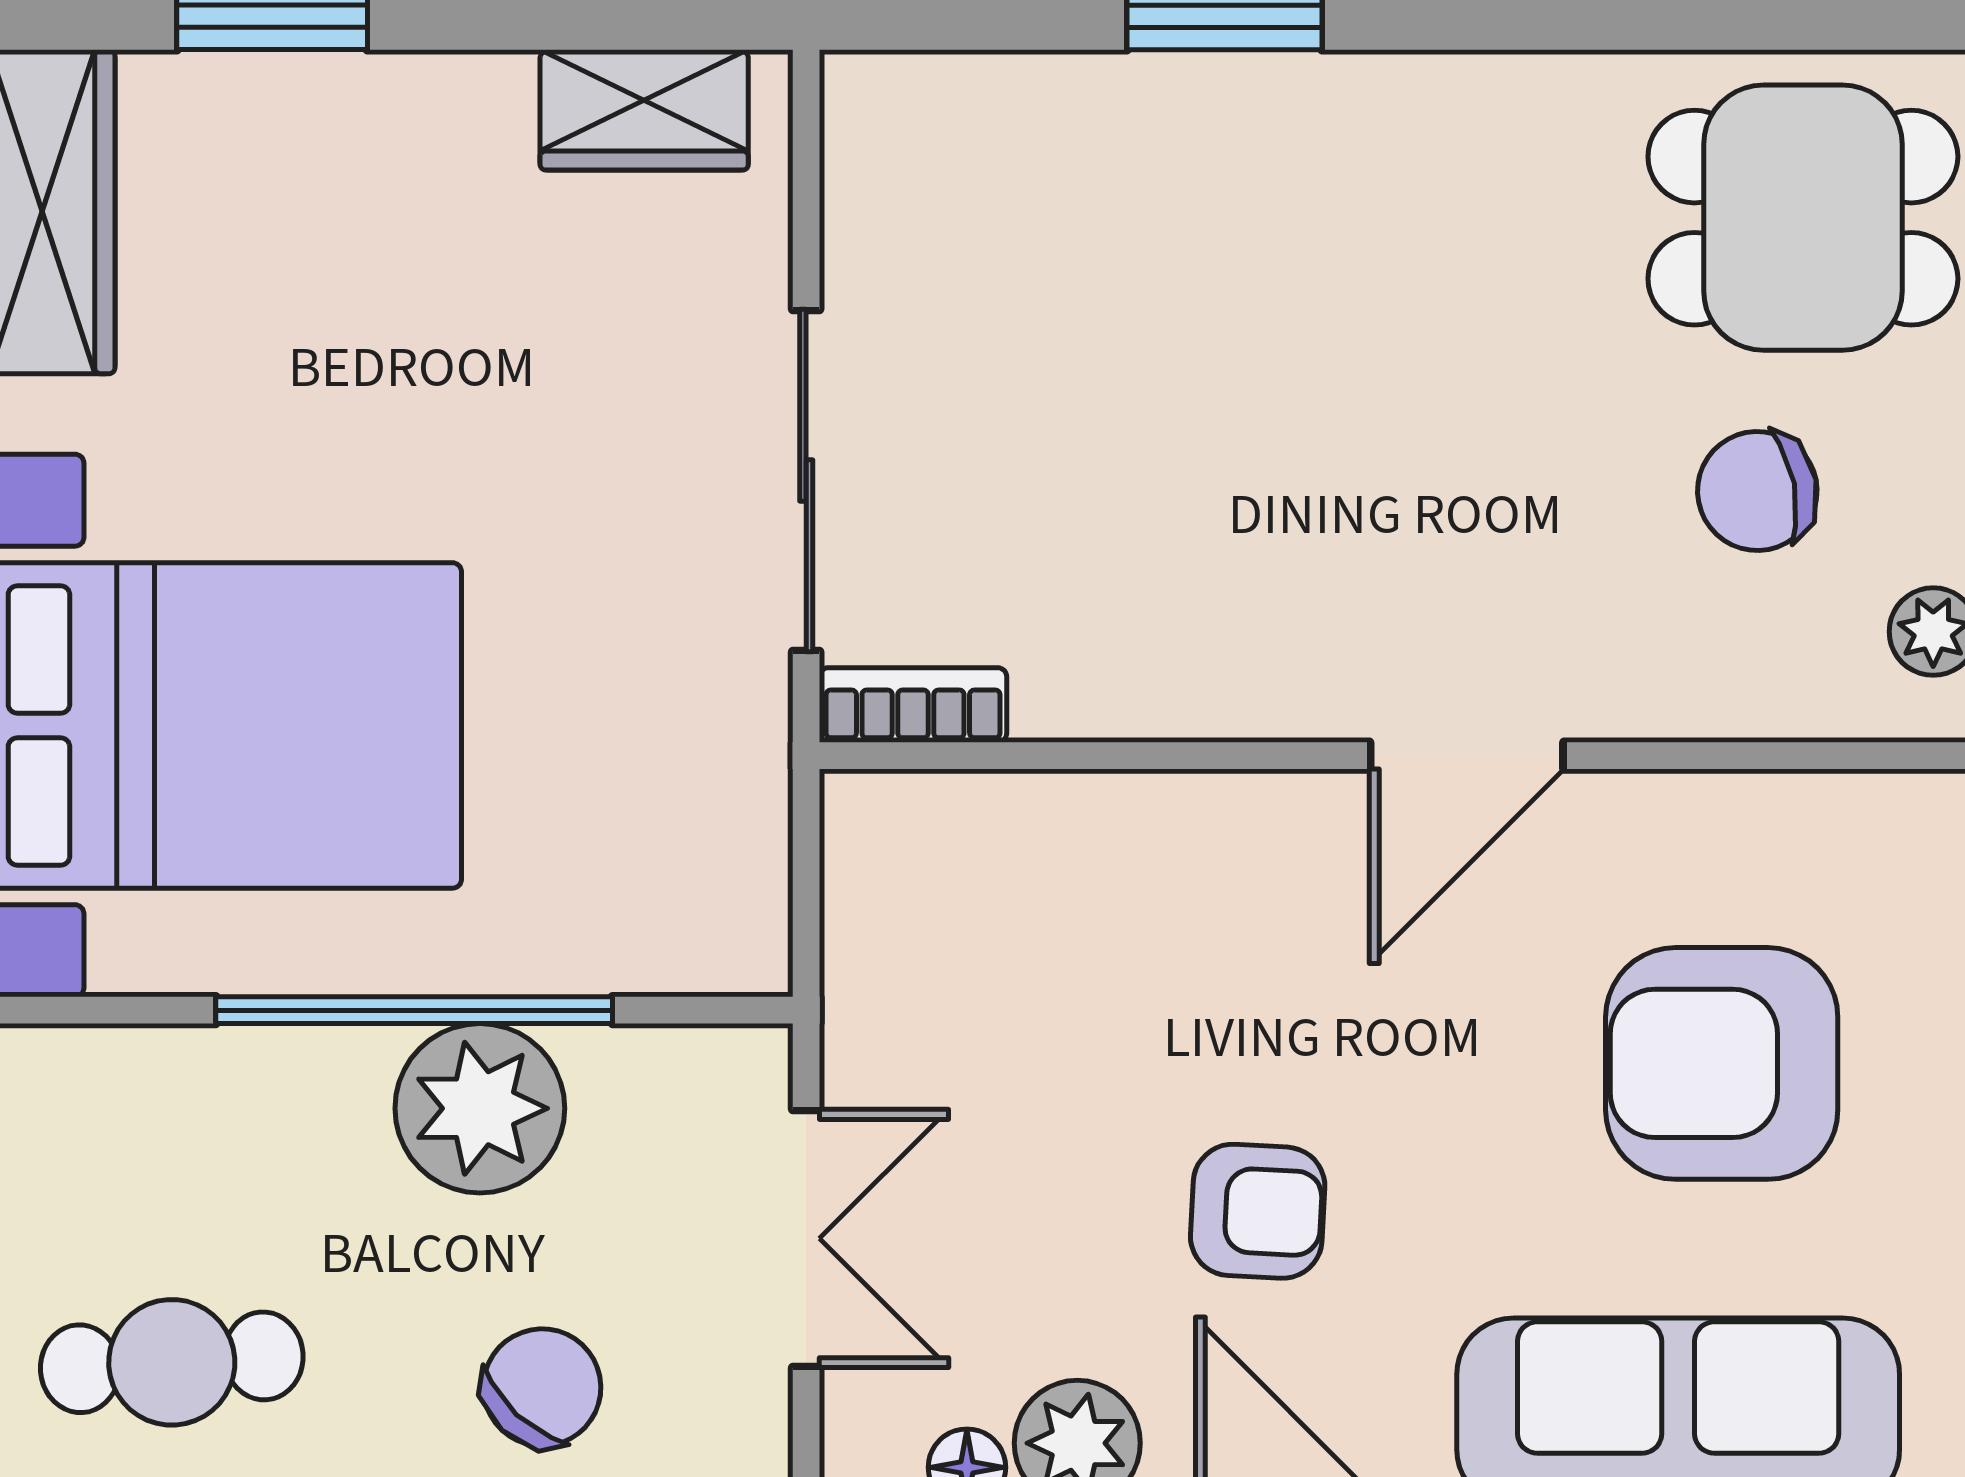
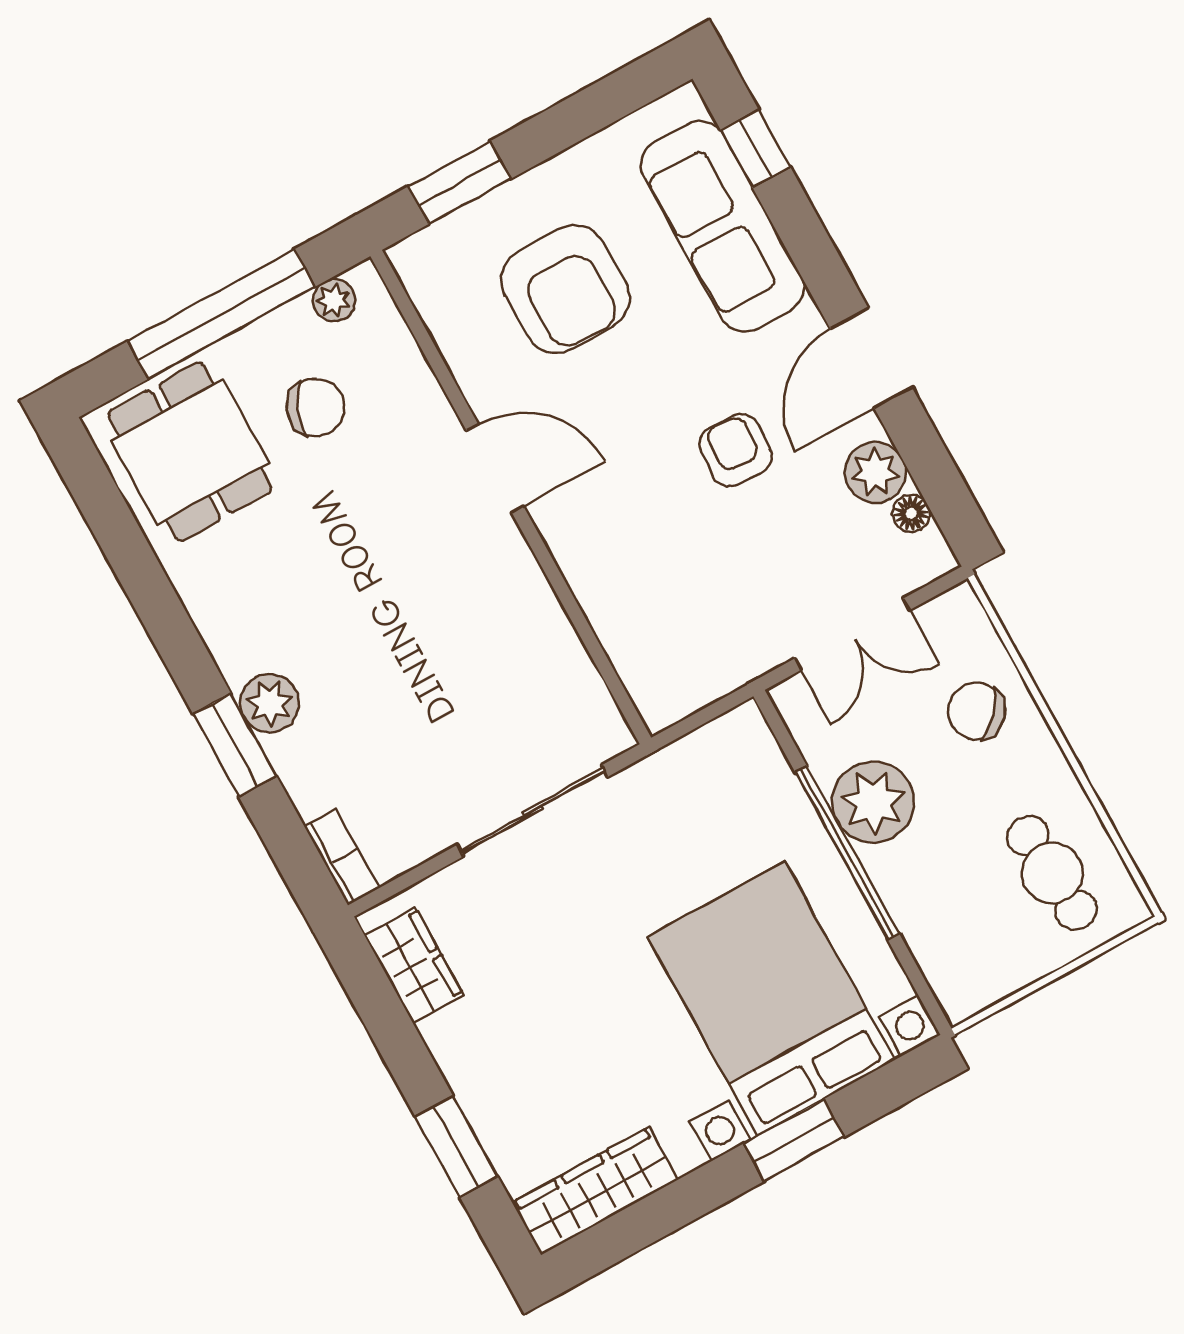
plant: (1266, 110) -> (270, 703), added
chair: (1757, 491) -> (316, 407), turned -57
bookcase: (913, 705) -> (342, 857), moved, turned 180
double door: (806, 1238) -> (852, 634), swing flipped

